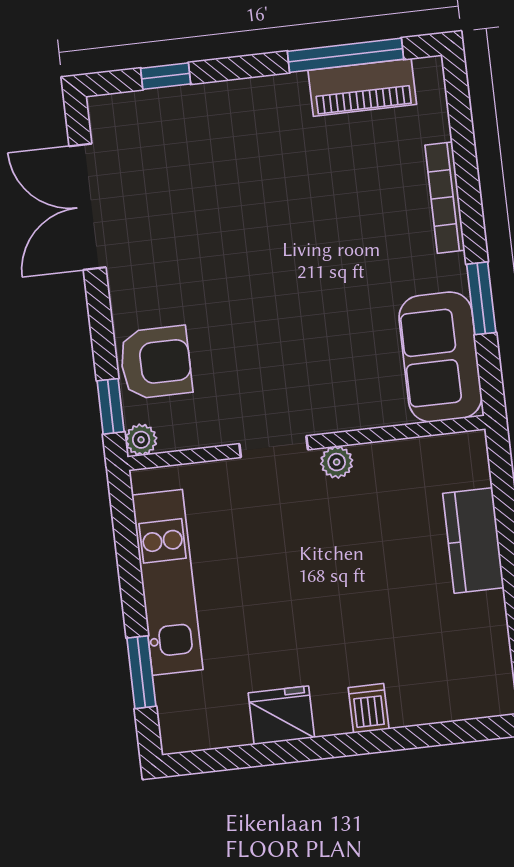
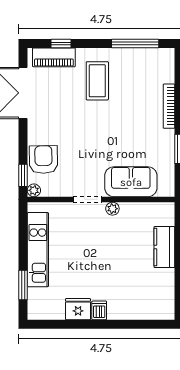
piano: (362, 87) -> (54, 57), moved
coffee table: (264, 156) -> (97, 81), added
sofa: (440, 357) -> (131, 182), moved, turned 90
armchair: (156, 363) -> (43, 160), turned -91
dishwasher: (369, 708) -> (99, 310), moved

